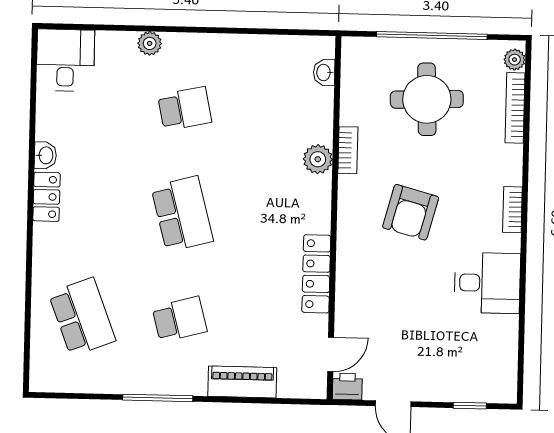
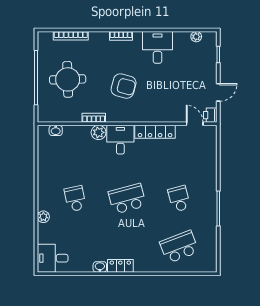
plant: (515, 60) -> (196, 37), moved
desk: (302, 203) -> (120, 140), added
piano: (242, 382) -> (209, 167), removed

